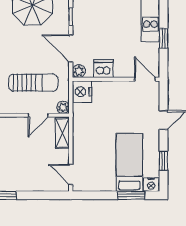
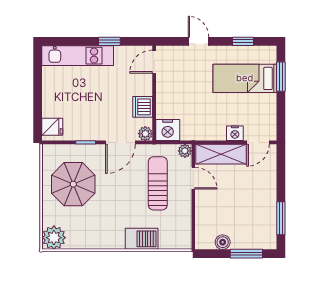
shelving: (62, 133) -> (221, 154), width x1.50, depth x1.33
nightstand: (151, 185) -> (235, 133), moved, turned 90

